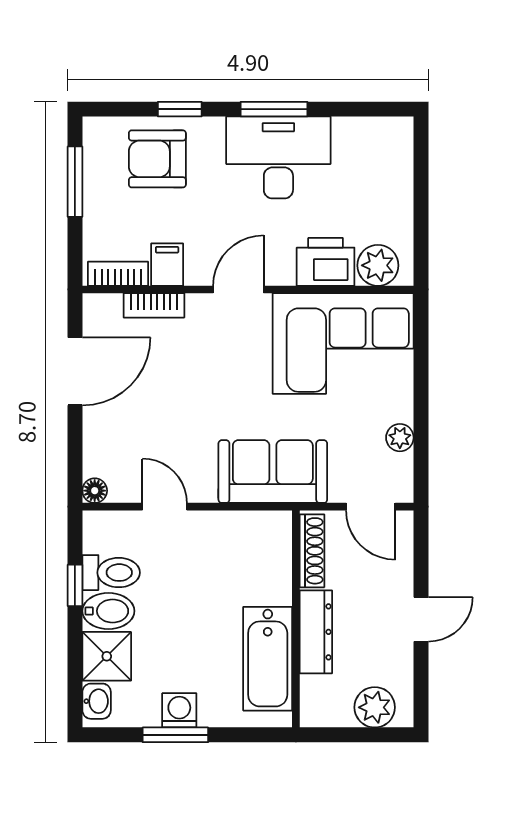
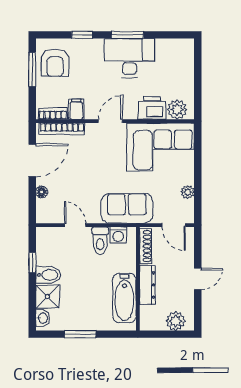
armchair: (157, 159) -> (55, 63), moved, turned -90
bookcase: (154, 305) -> (62, 129), width x1.56
floor lamp: (95, 491) -> (42, 192), moved
toilet: (111, 573) -> (100, 241), moved, turned 90
washing machine: (179, 710) -> (118, 235), moved, turned 180

